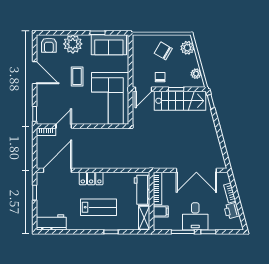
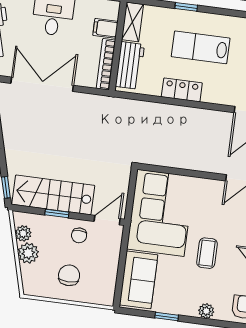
plant: (73, 44) -> (206, 311), width x0.53, depth x0.53
sofa: (109, 45) -> (139, 280), moved, turned 90
plant: (187, 48) -> (28, 253), moved
chair: (163, 51) -> (69, 275), turned -120
locker: (91, 179) -> (182, 90), moved

